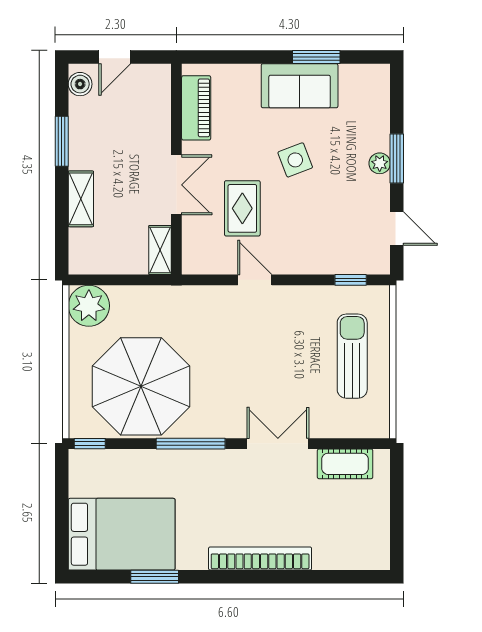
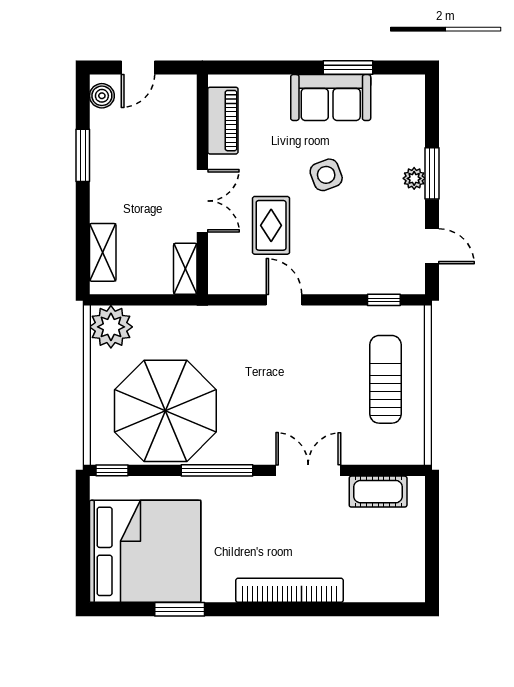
shelving: (81, 199) -> (103, 252), moved
bed: (122, 534) -> (145, 551), width x1.36

